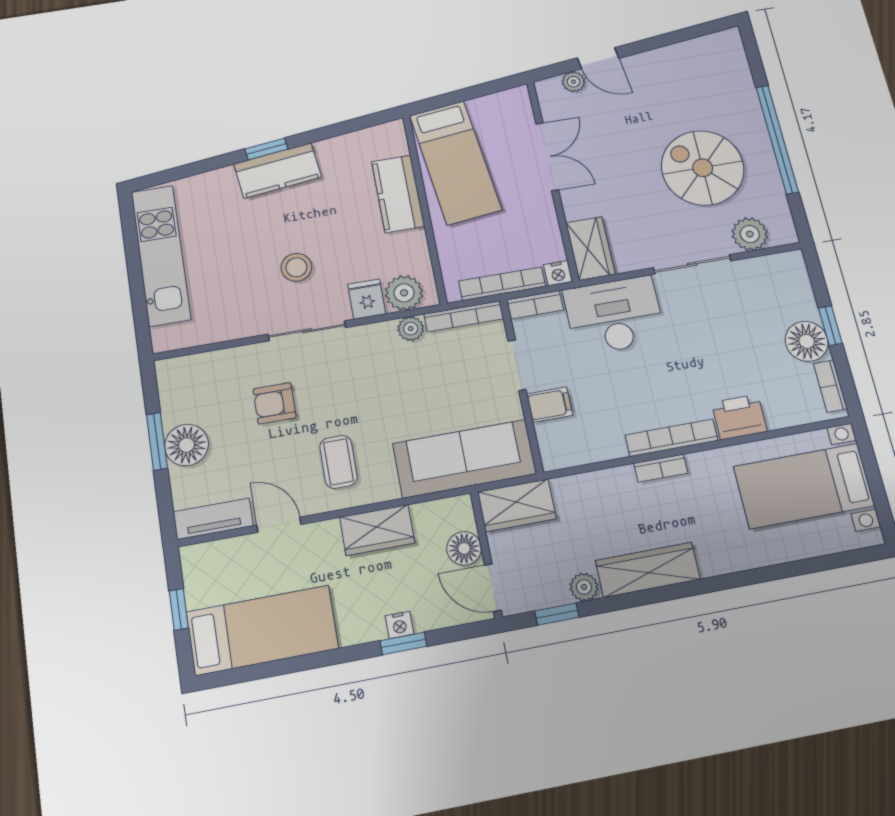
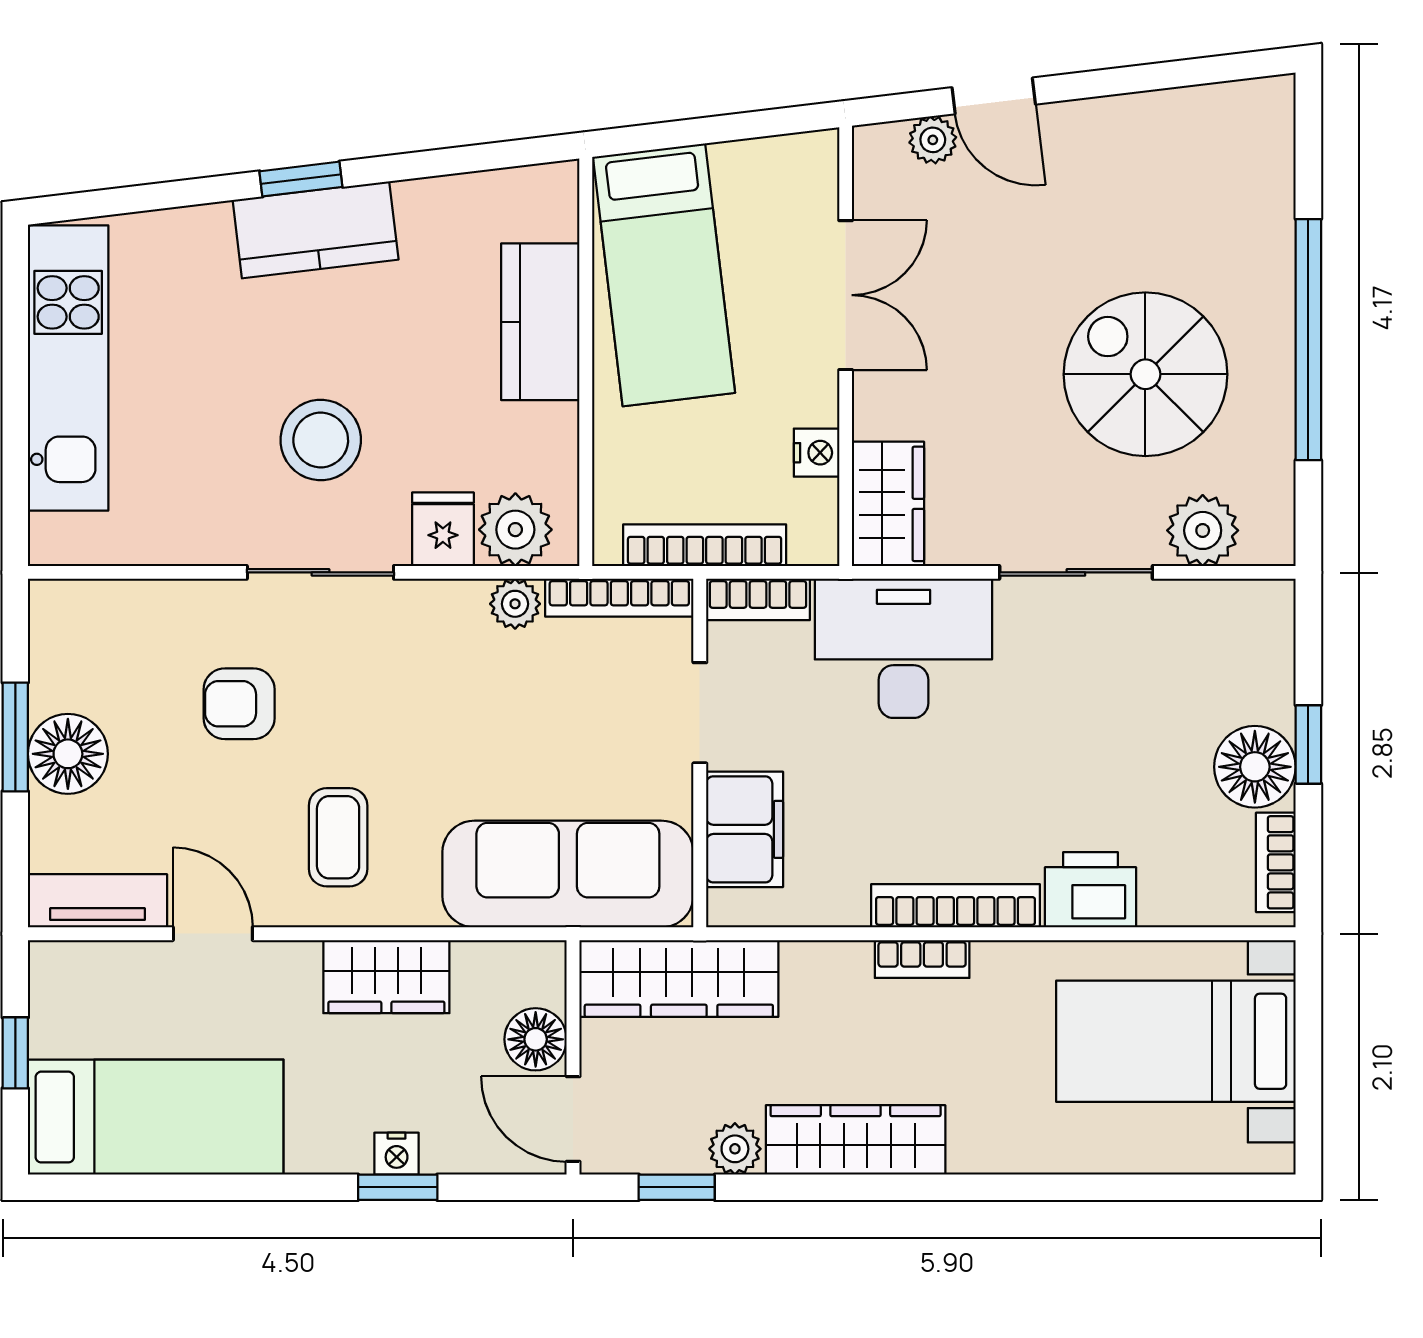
stool: (296, 267) -> (321, 440), width x1.38, depth x1.38
nightstand: (558, 273) -> (817, 453), moved, turned -90
filing cabinet: (550, 405) -> (745, 829), width x2.00
wardrobe: (517, 505) -> (679, 978), width x1.50

